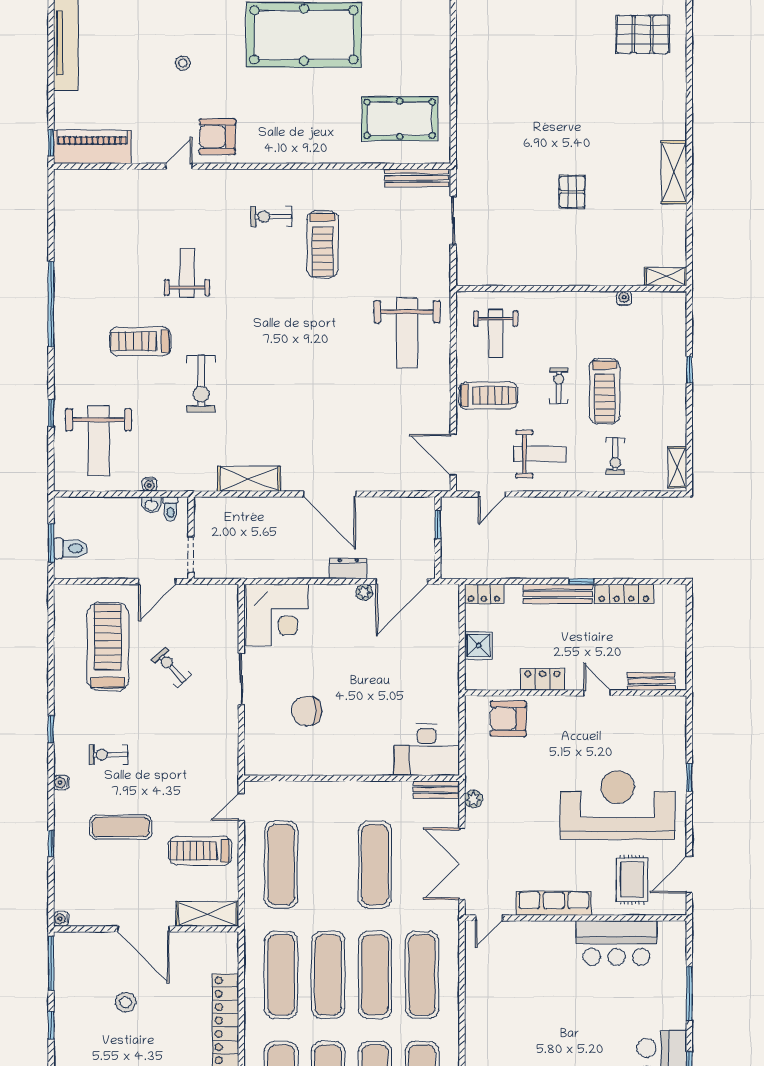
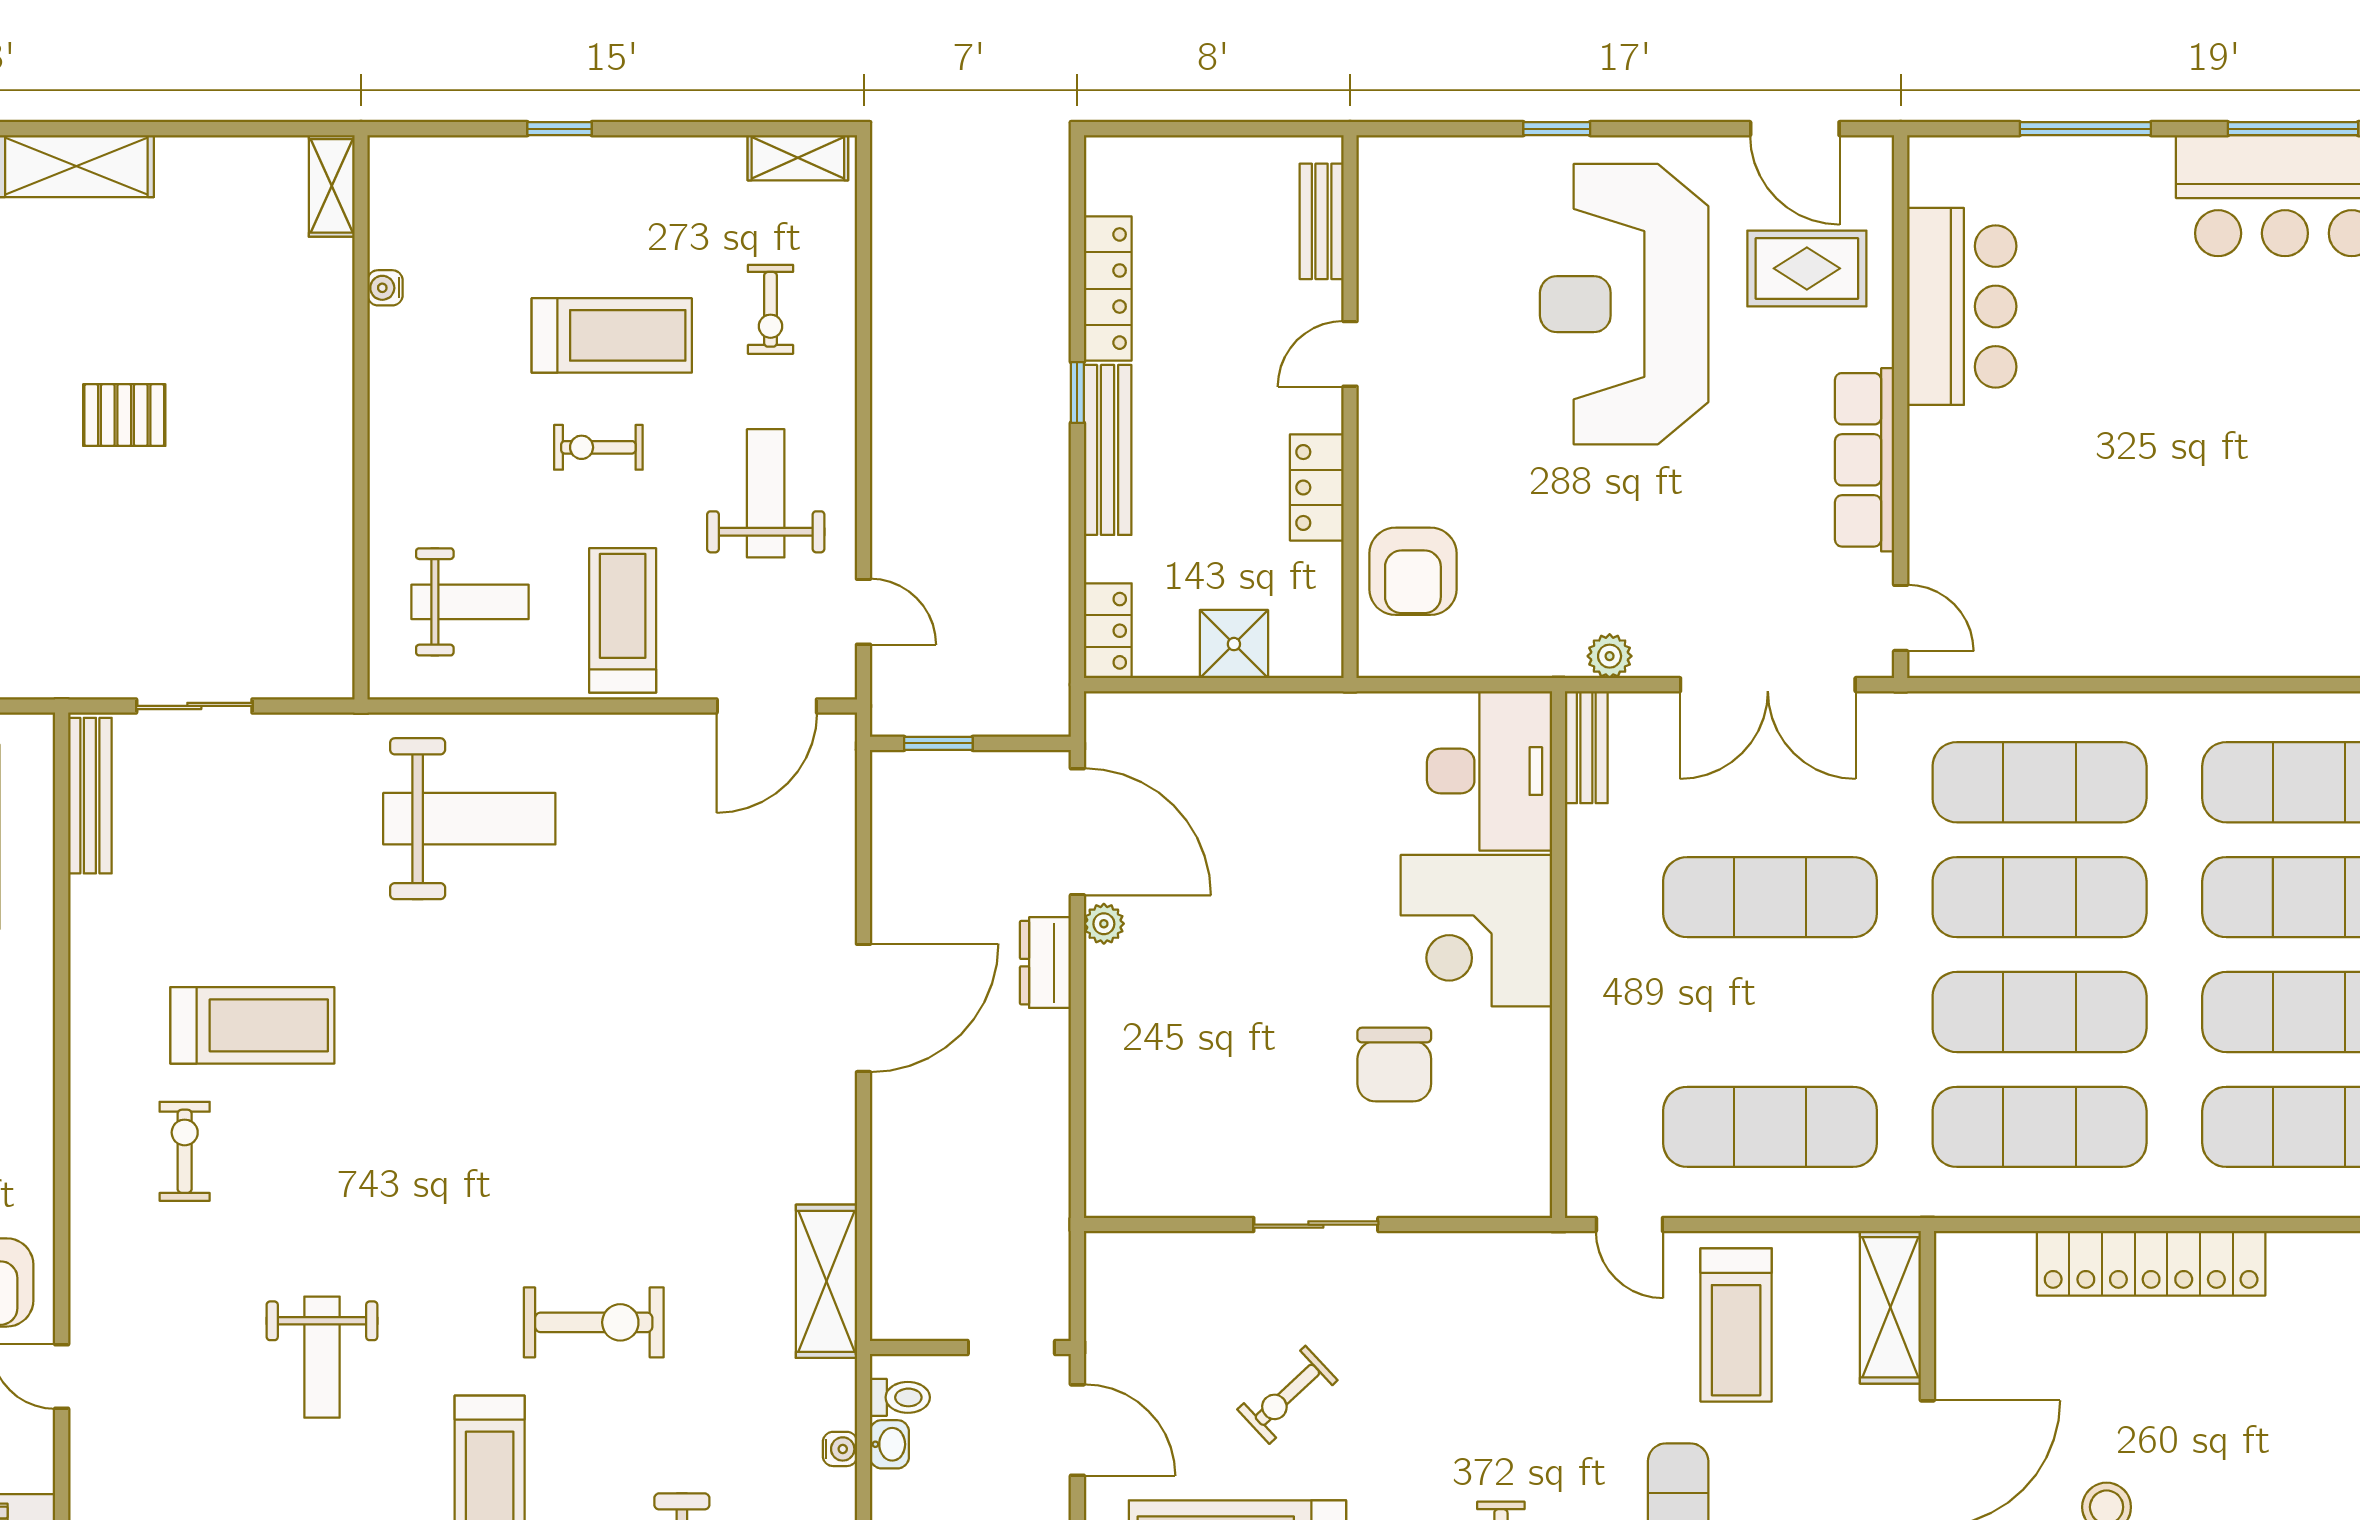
exercise bike: (271, 217) -> (185, 1151), turned 180
weight bench: (187, 273) -> (322, 1357), turned -90
exercise bike: (615, 456) -> (770, 309), turned 90
shelving: (249, 479) -> (826, 1281), moved
corner desk: (277, 615) -> (1476, 931), moved, turned 180

